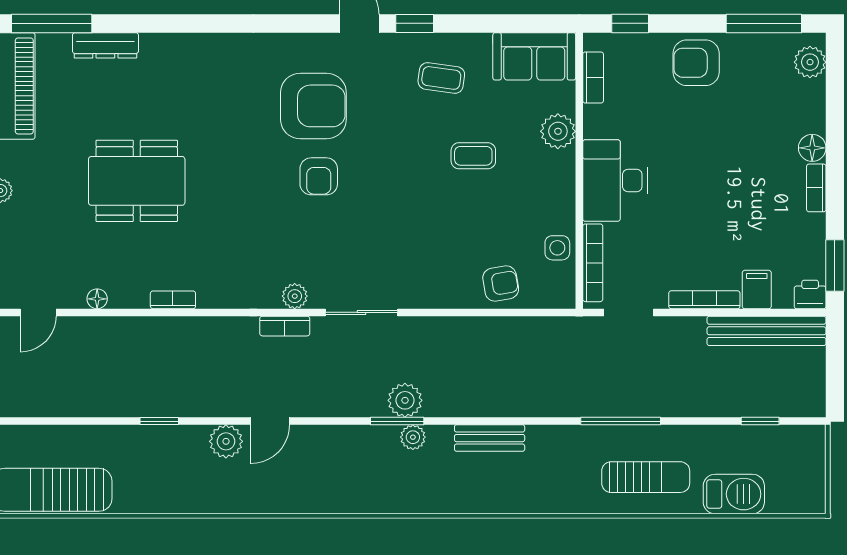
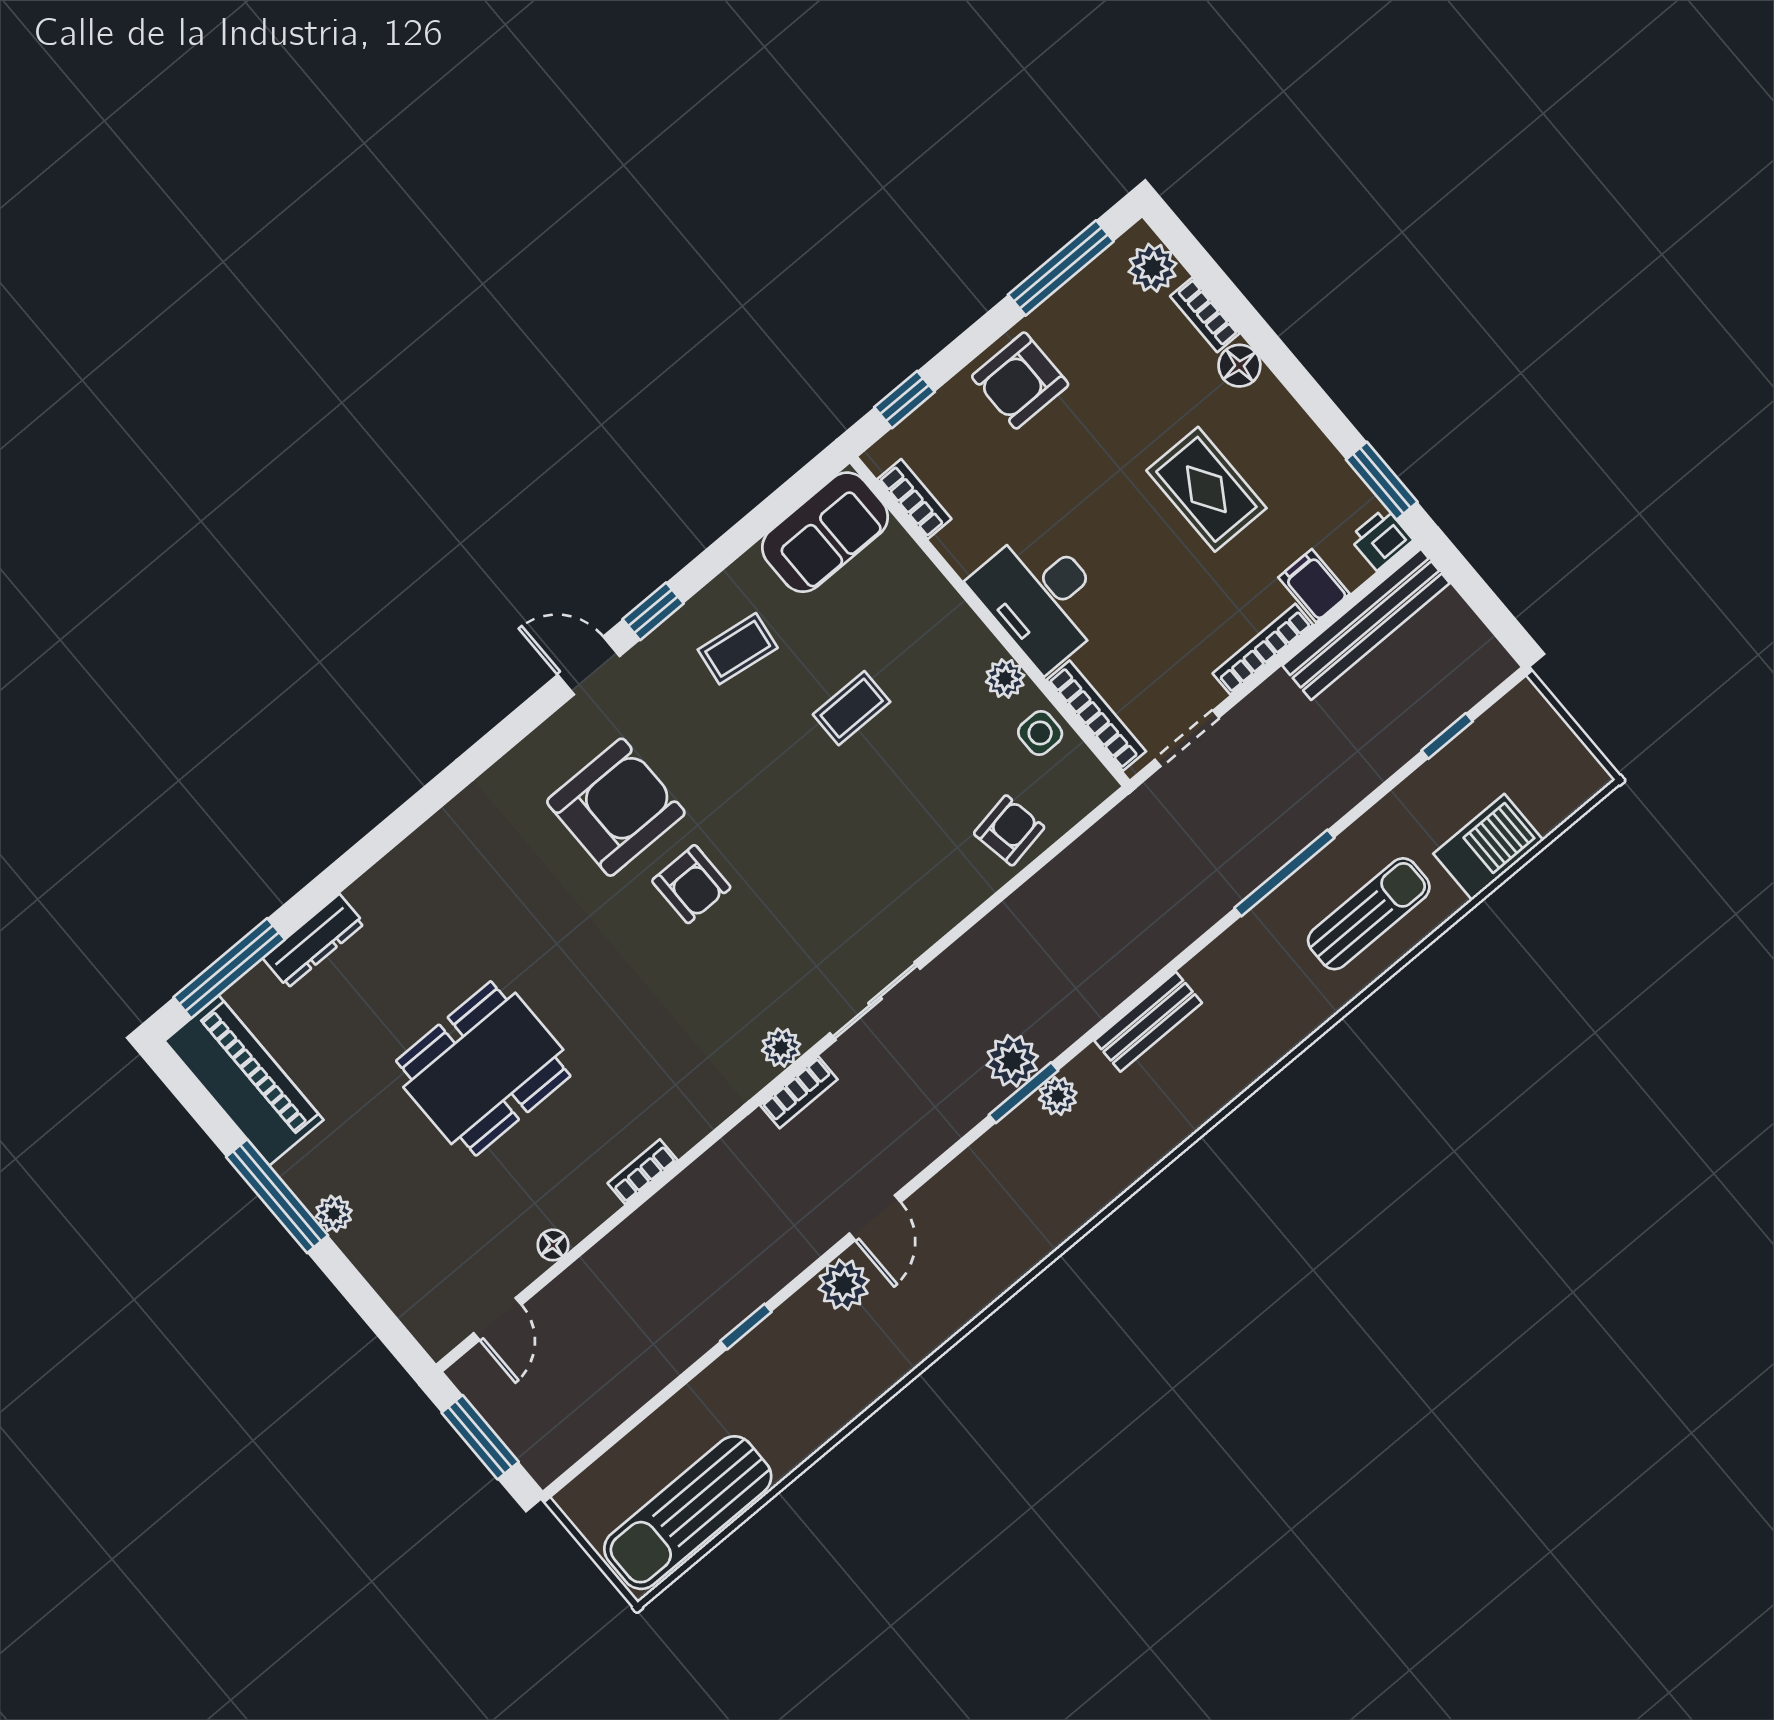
plant: (558, 131) -> (1005, 678), moved, width x0.73, depth x0.73
bookcase: (816, 188) -> (1205, 315), moved
rug: (743, 196) -> (1206, 489), added

